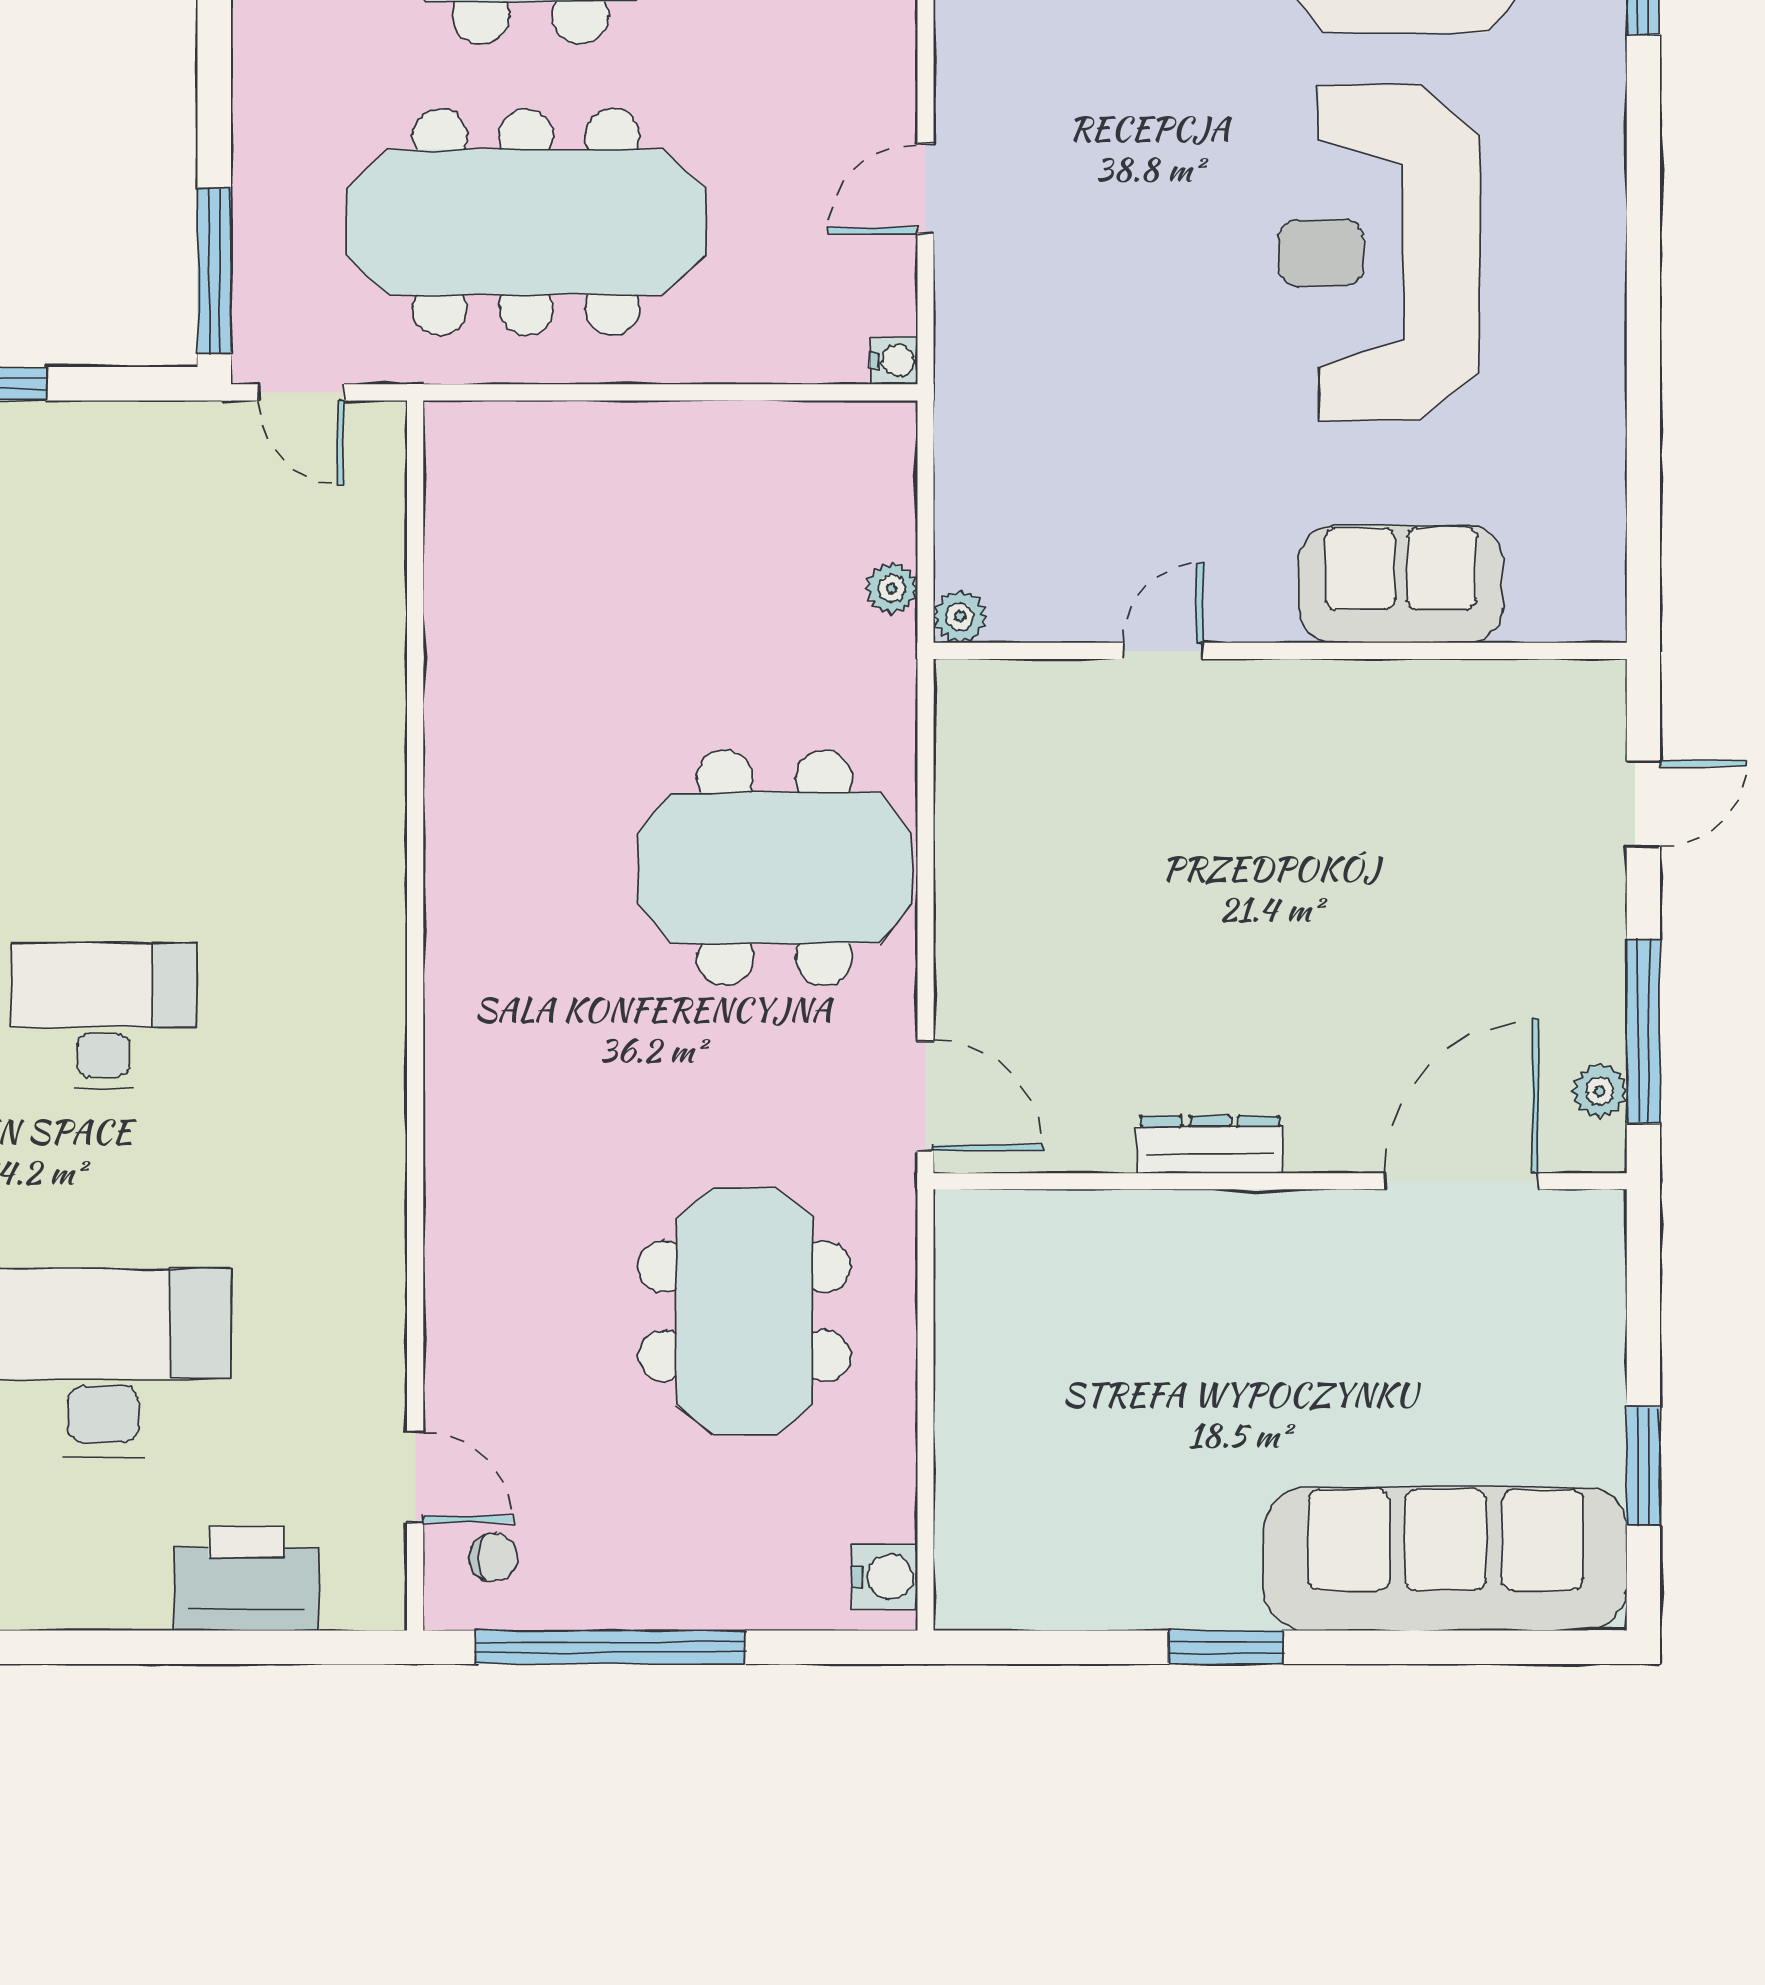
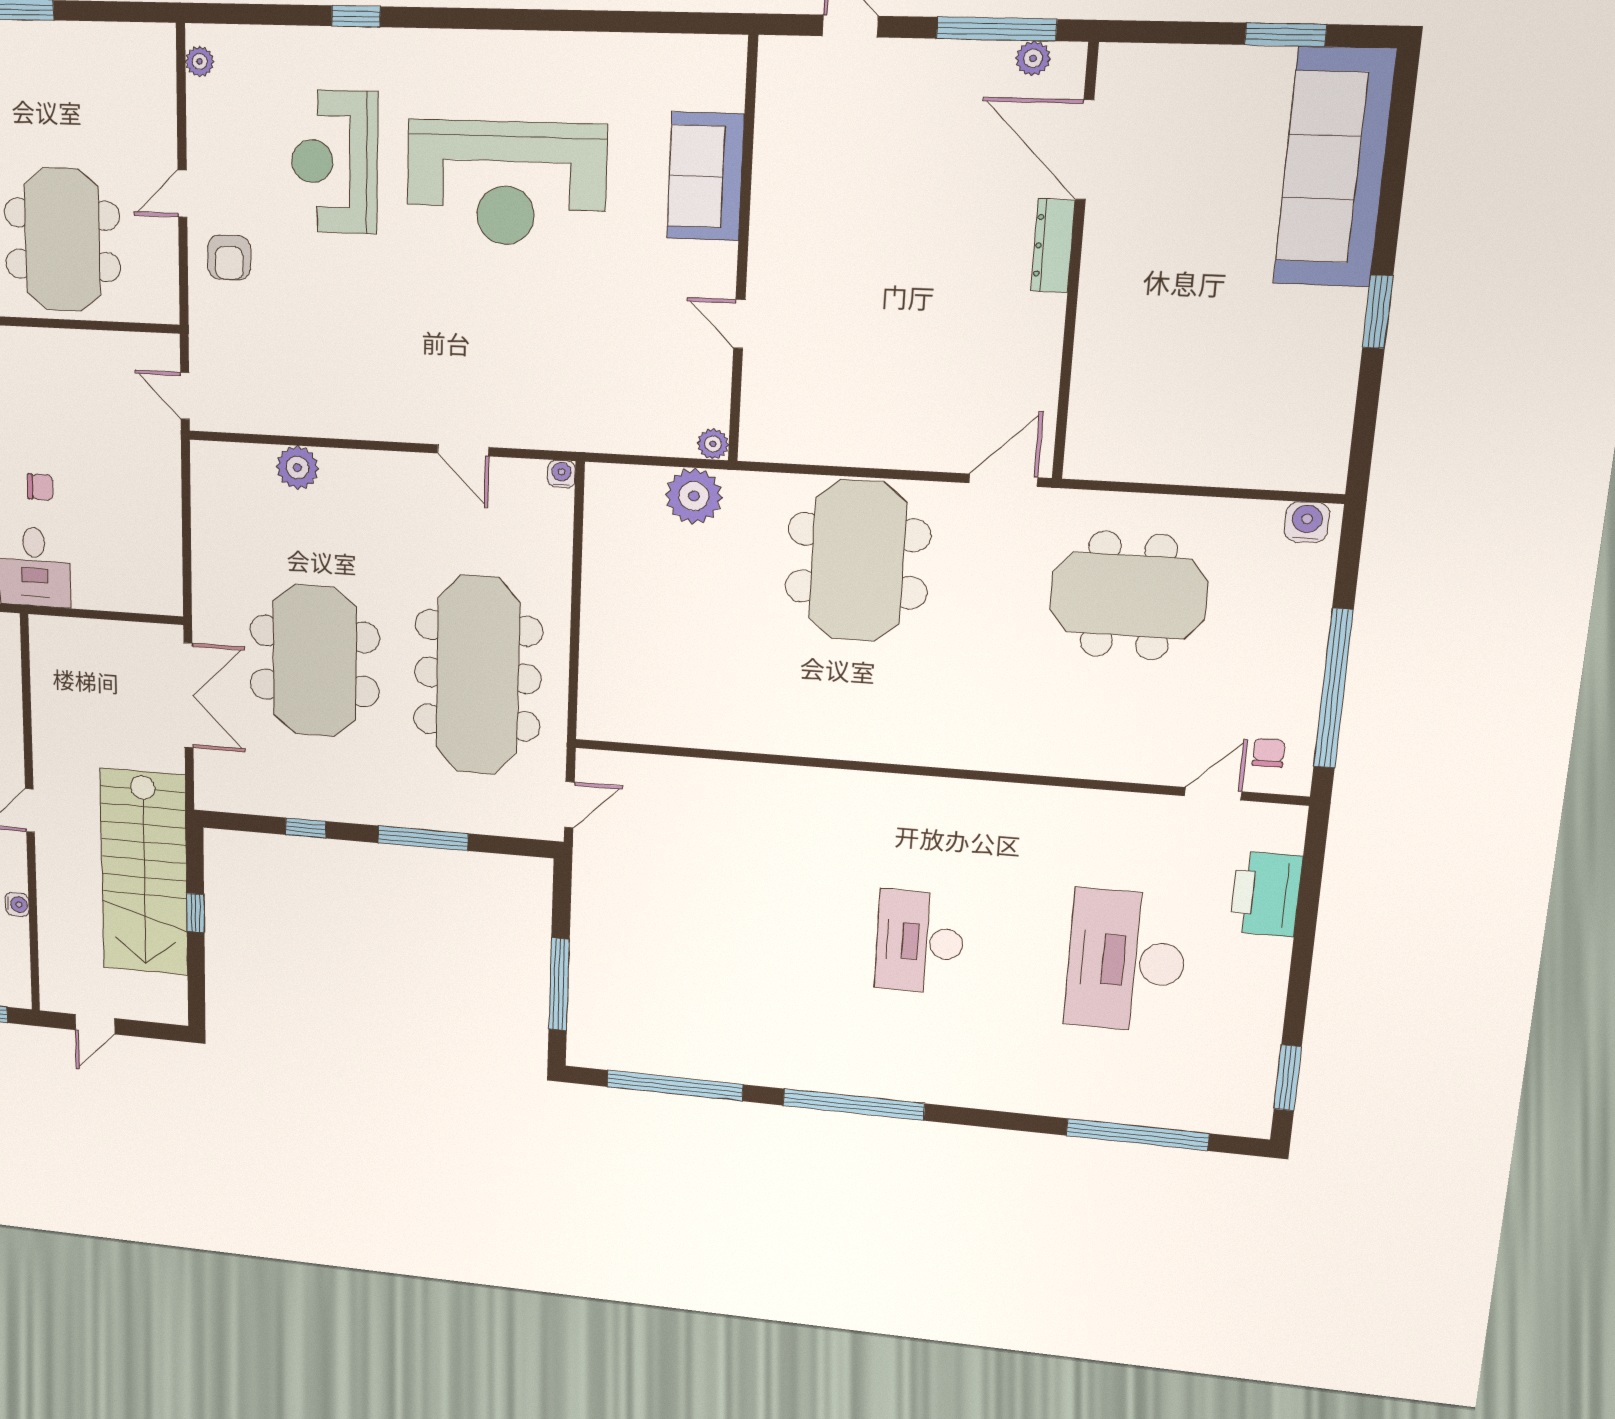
window: (214, 271) -> (423, 838), moved
plant: (892, 588) -> (694, 496), width x1.87, depth x1.87
dresser: (1210, 1145) -> (1053, 246), moved

